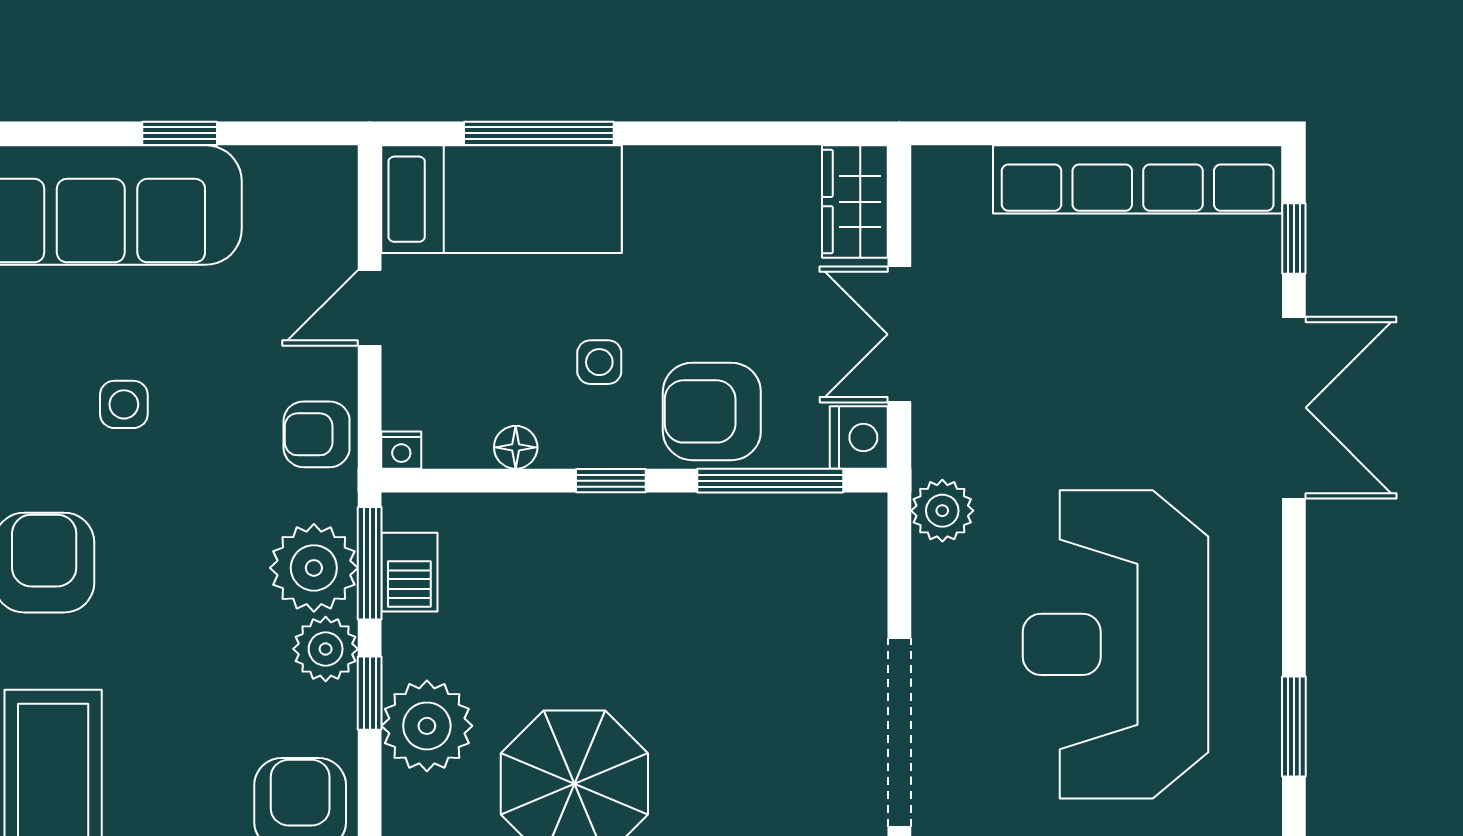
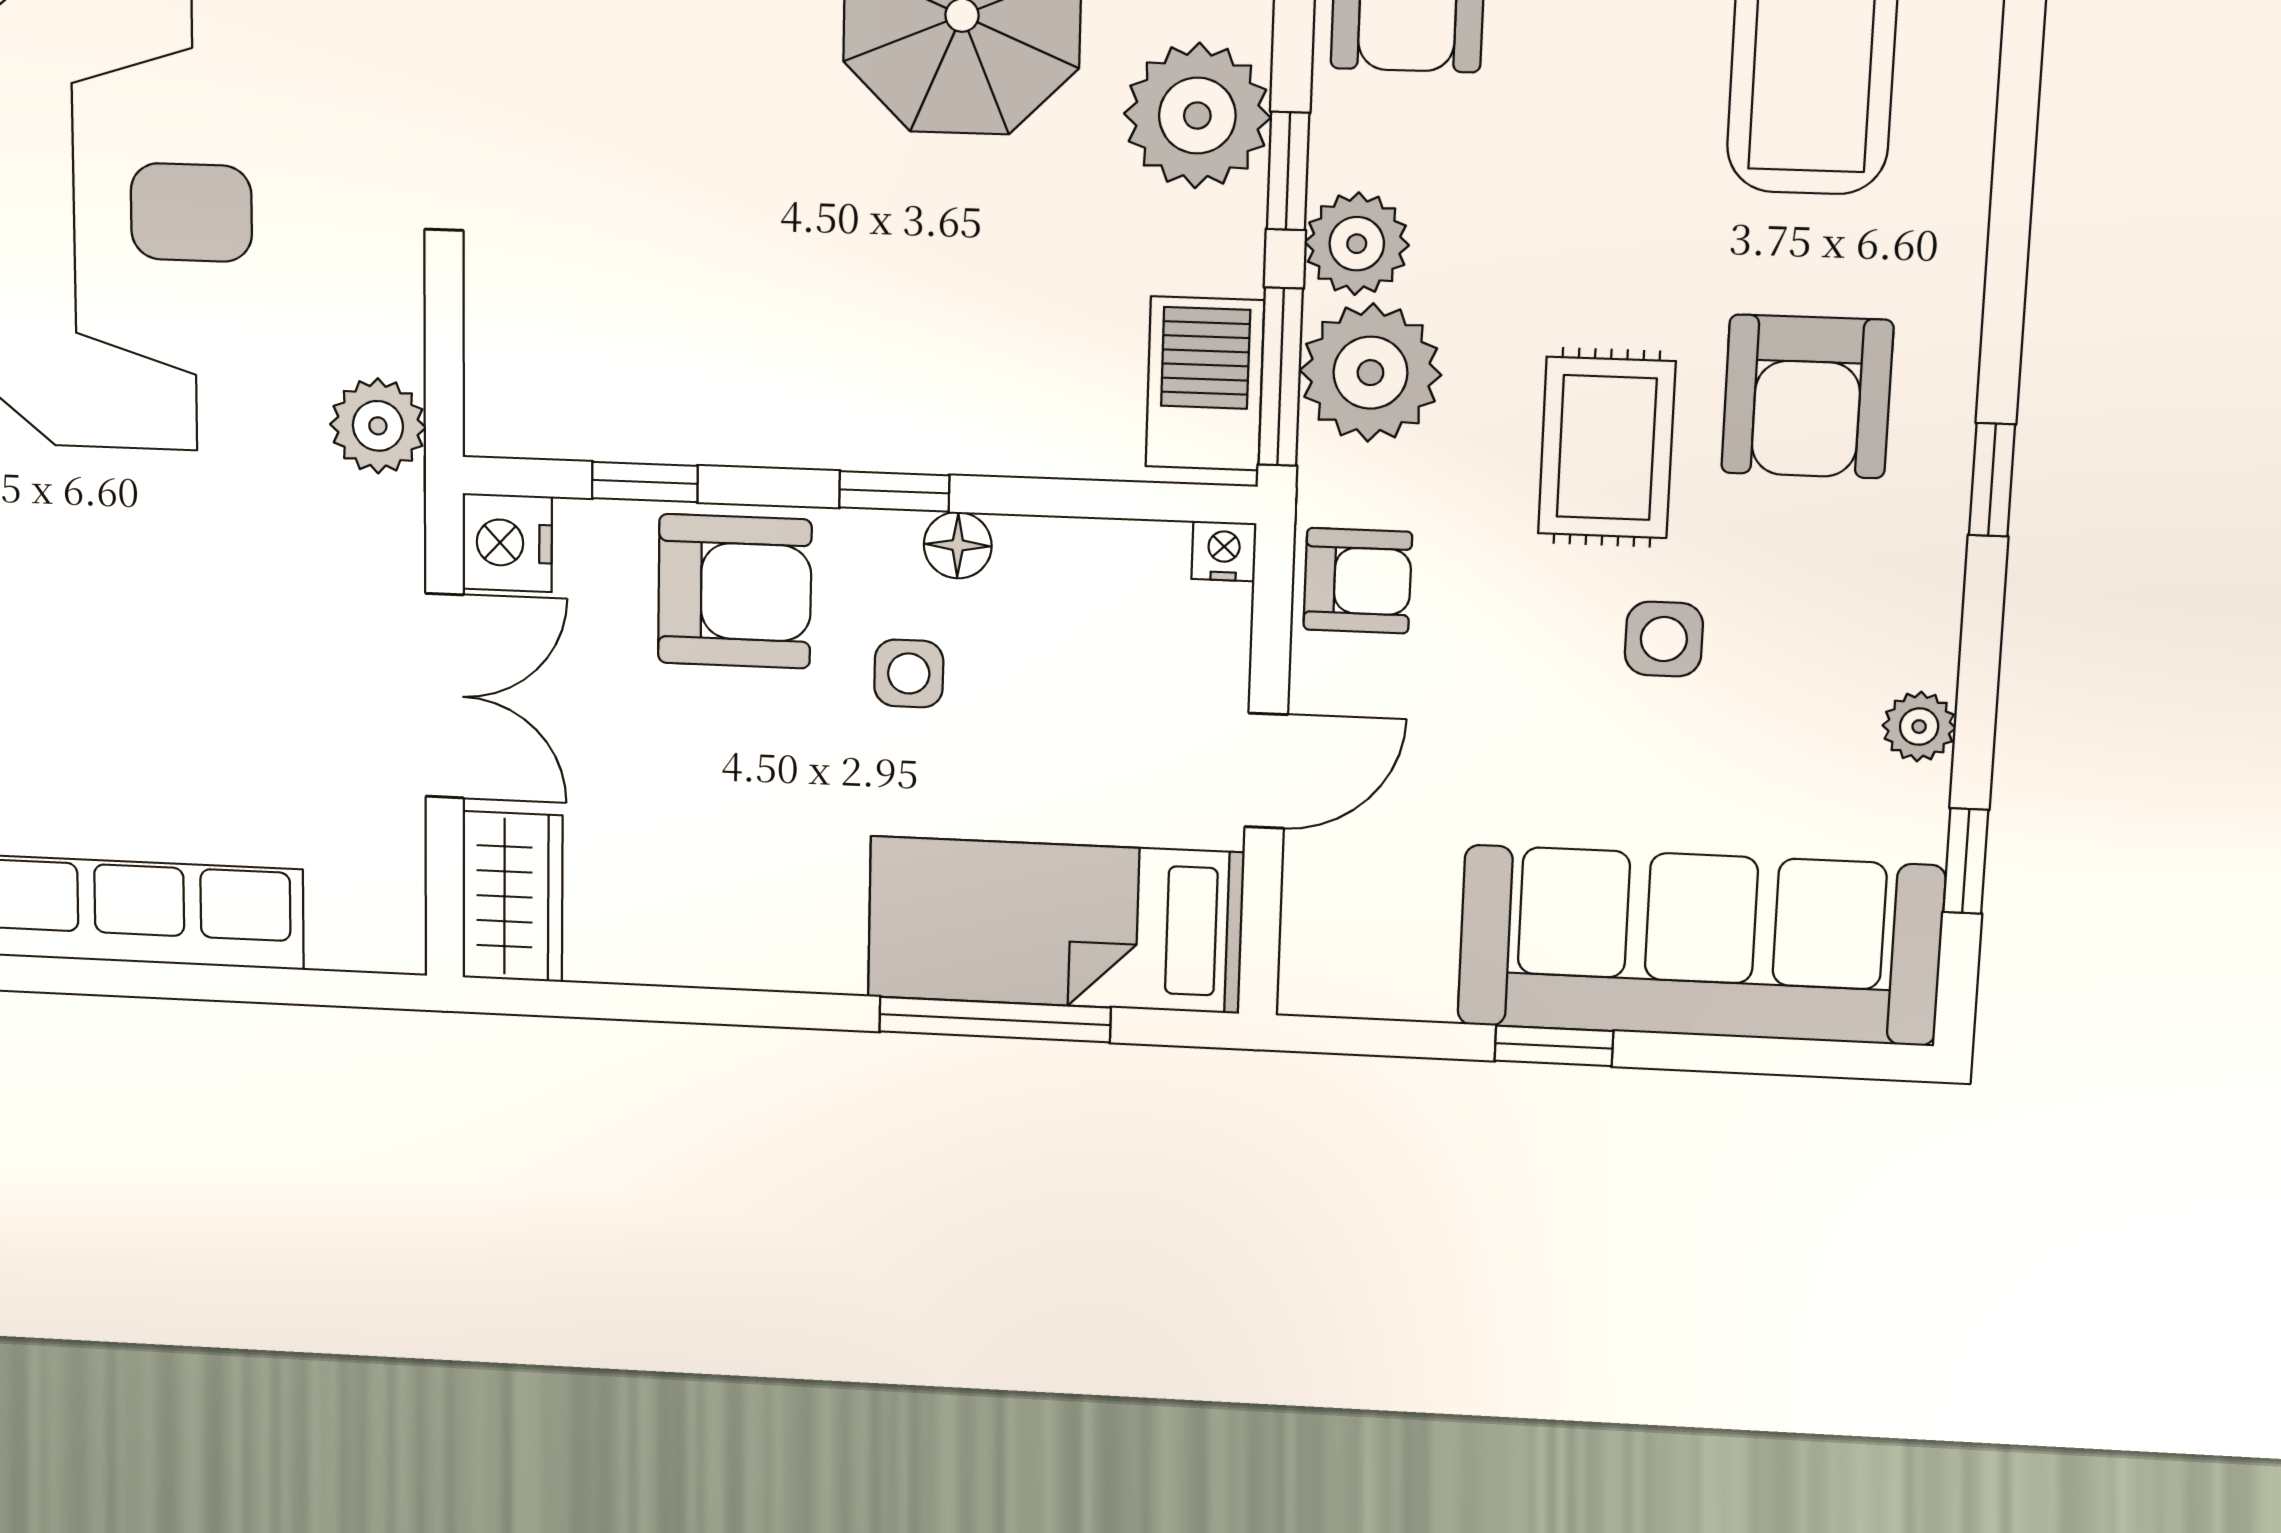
floor lamp: (516, 447) -> (958, 545), moved
window: (770, 481) -> (645, 482), width x0.46
rug: (166, 526) -> (1607, 448), added
barbecue: (409, 572) -> (1205, 383), width x1.38, depth x1.27

